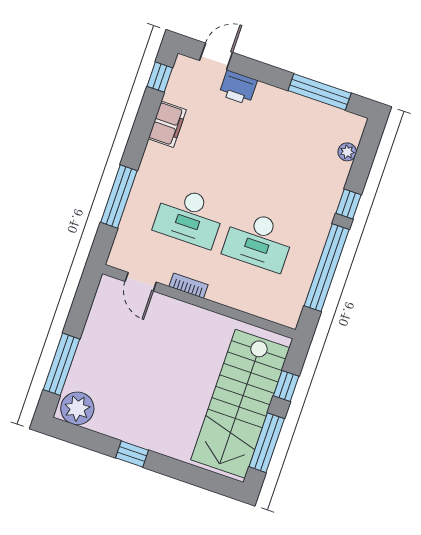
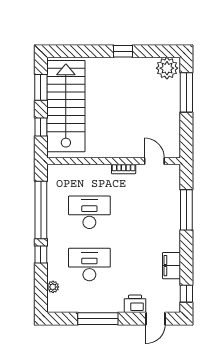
window: (320, 92) -> (98, 319), moved
desk: (189, 217) -> (89, 265), moved
window: (267, 443) -> (41, 87), width x0.69

